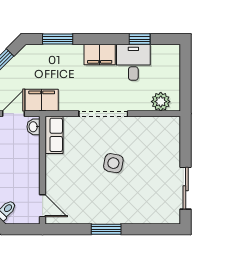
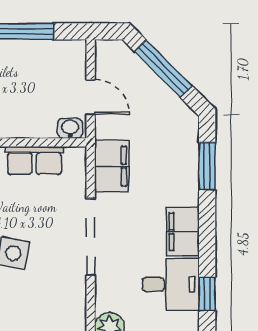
filing cabinet: (42, 100) -> (112, 166), moved
row of seats: (54, 135) -> (34, 160), moved

